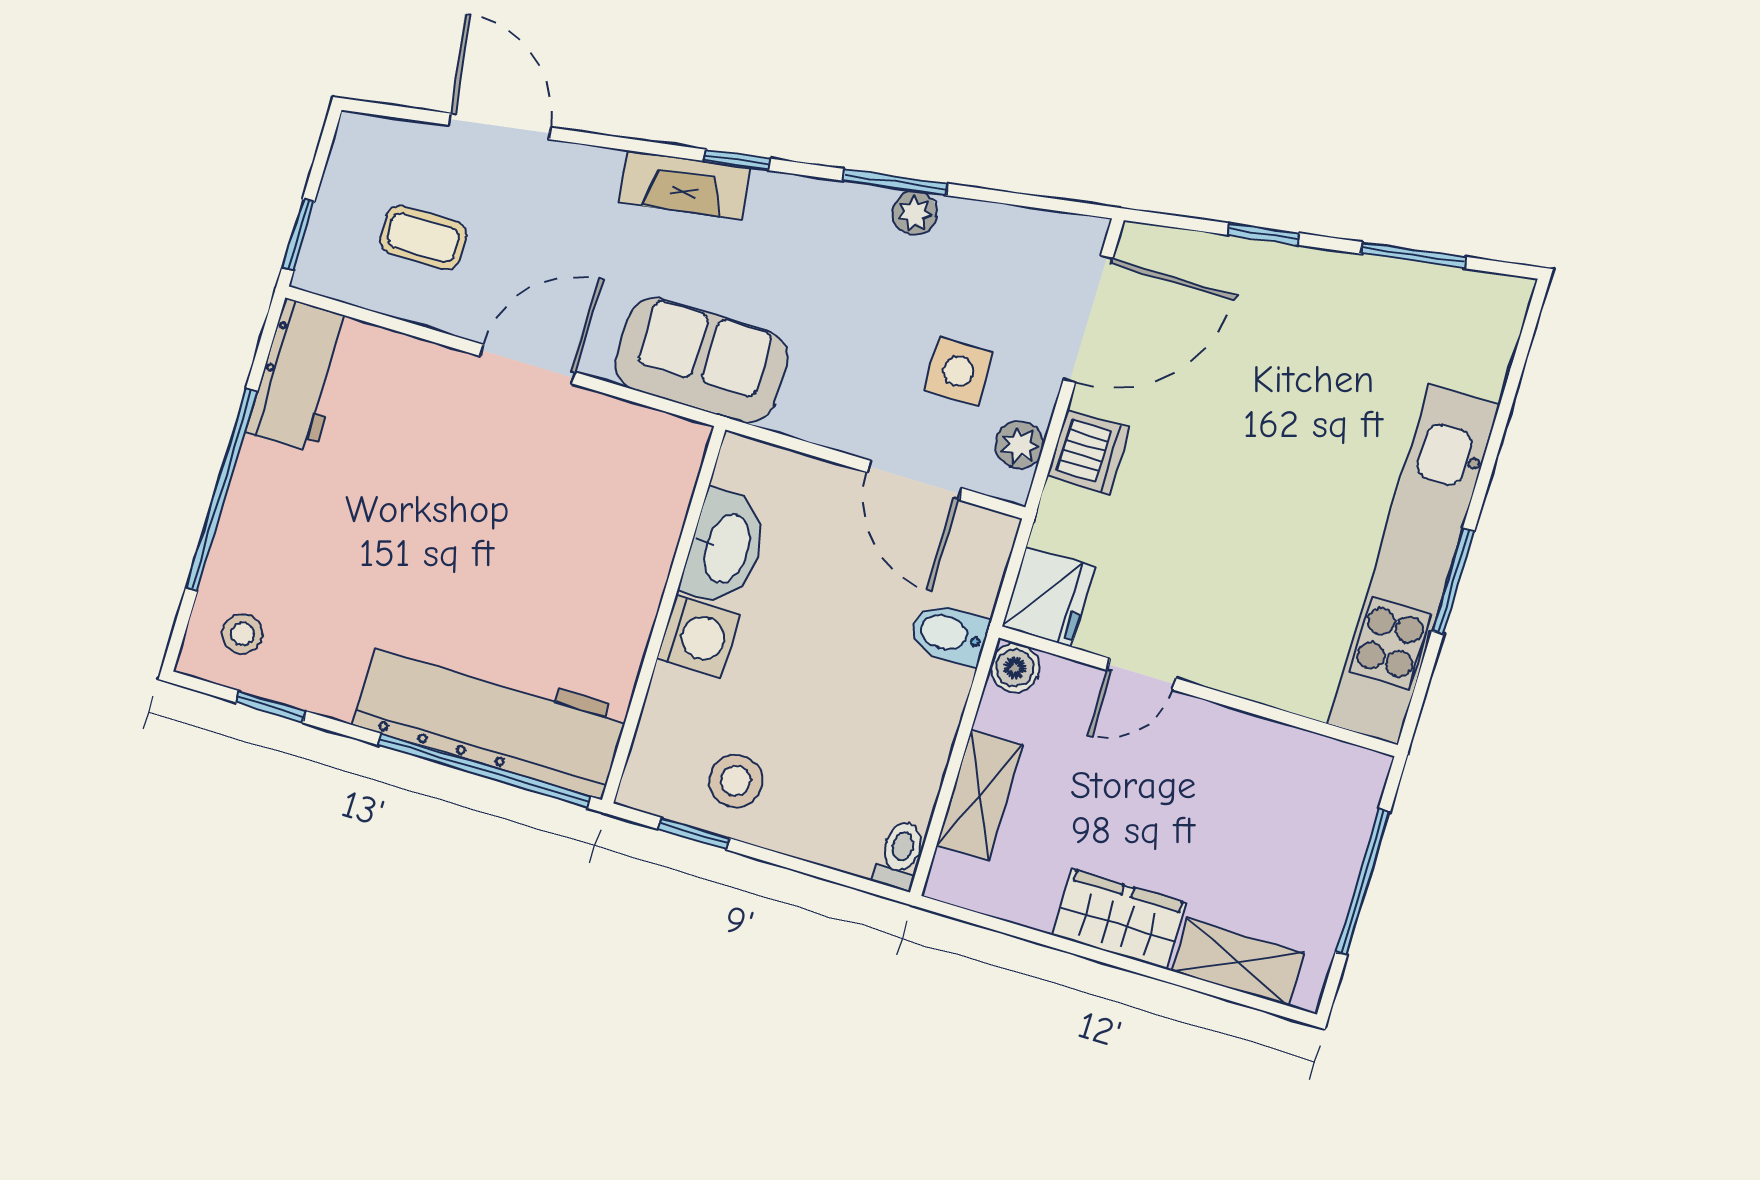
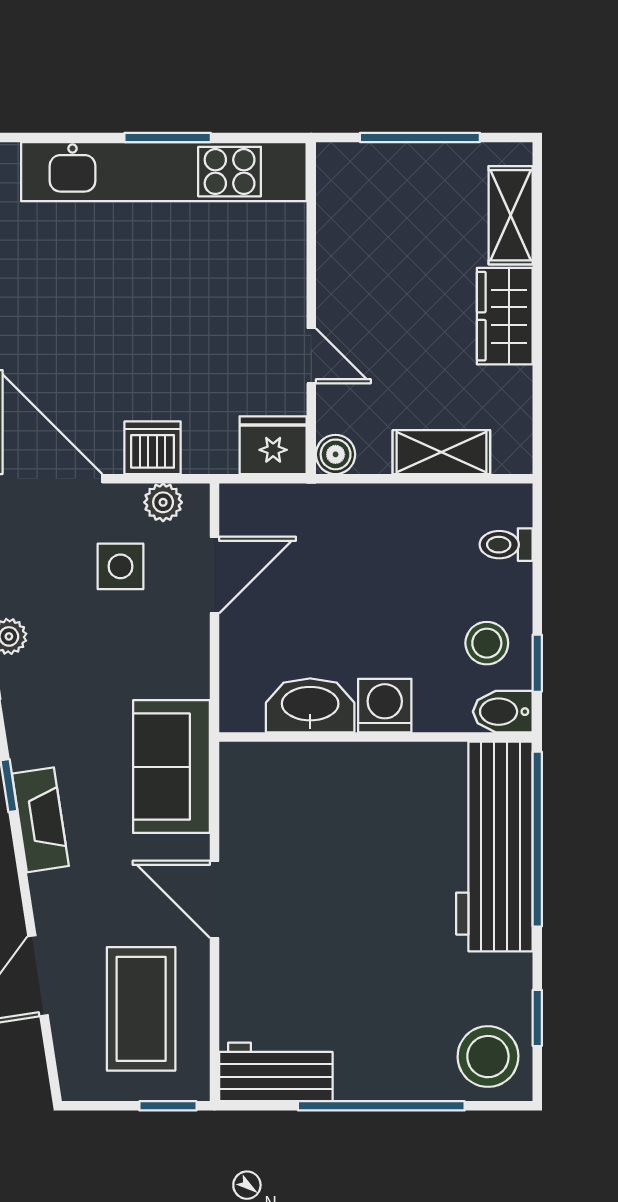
coffee table: (423, 238) -> (141, 1009), width x1.86, depth x1.72
stool: (242, 634) -> (488, 1057), width x1.89, depth x1.89
bidet: (949, 634) -> (503, 712), moved, turned 90
toilet: (900, 855) -> (506, 545), moved

